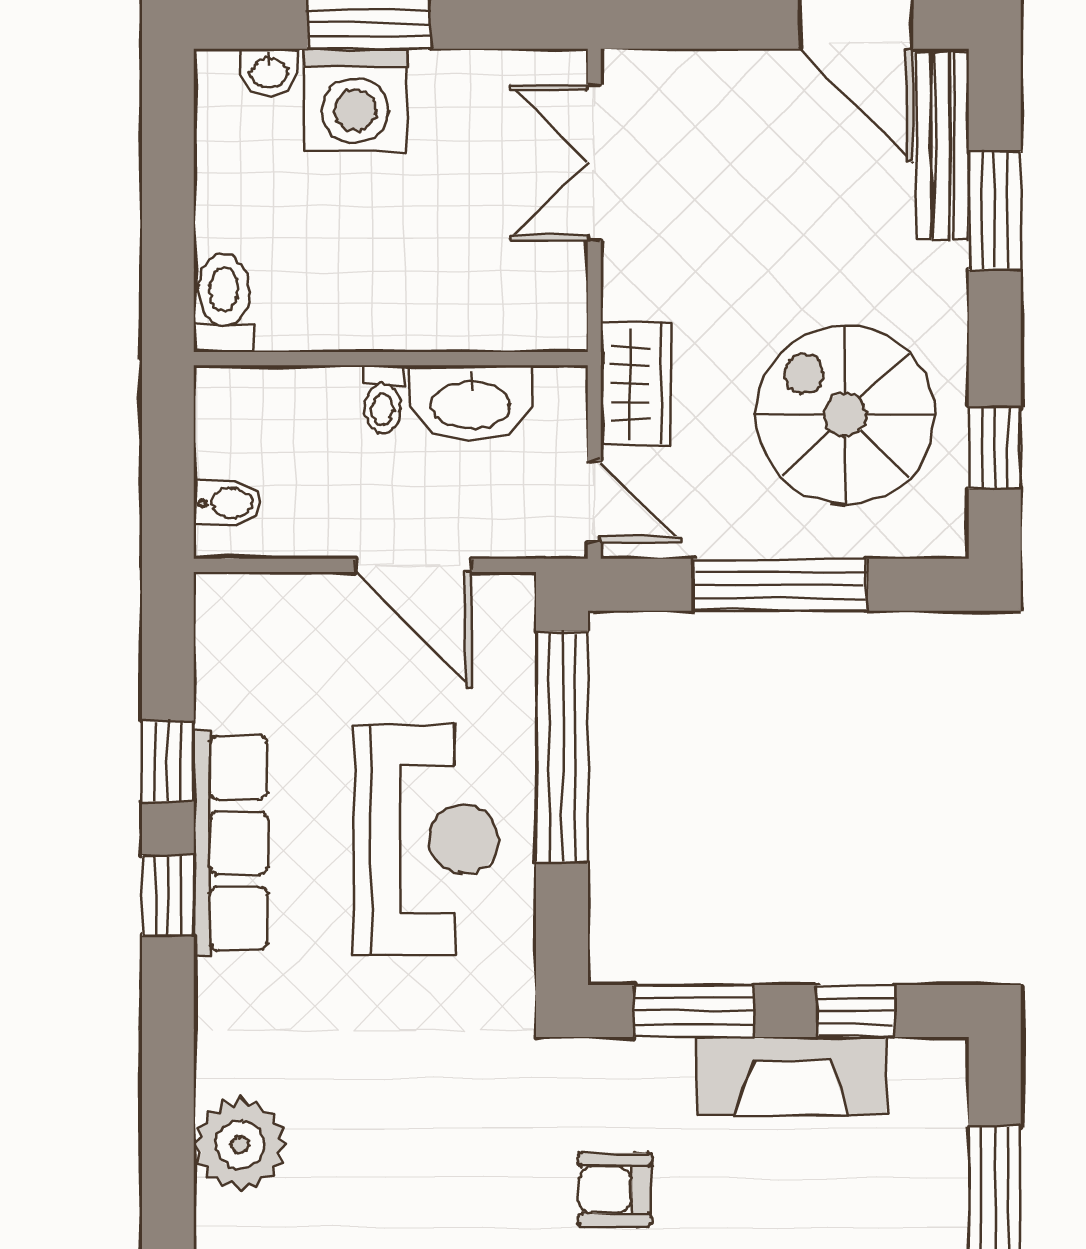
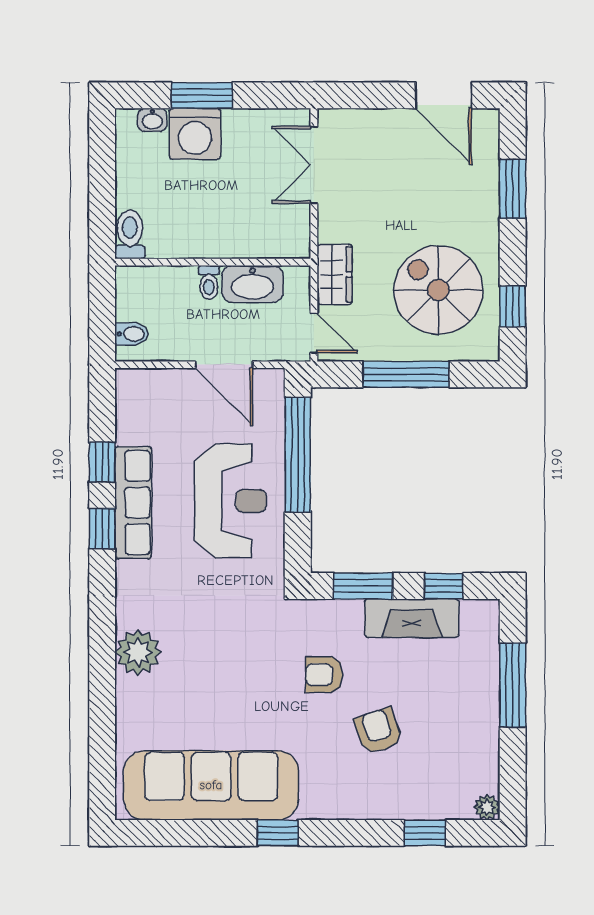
bench: (943, 145) -> (487, 156), removed

